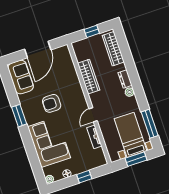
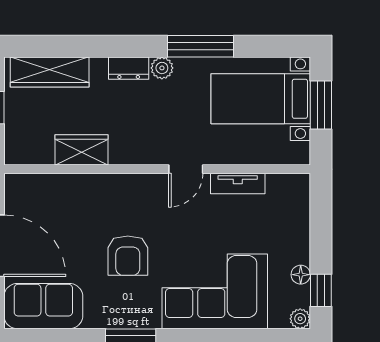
wardrobe: (89, 77) -> (81, 150), width x0.67
door: (93, 115) -> (186, 169), hinge flipped
window: (150, 124) -> (200, 46), moved
window: (84, 177) -> (321, 290), moved

